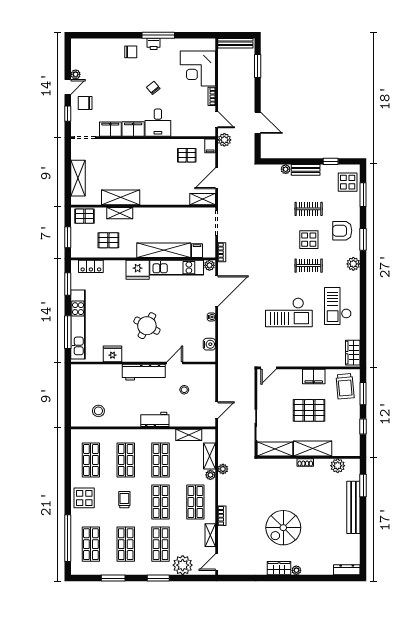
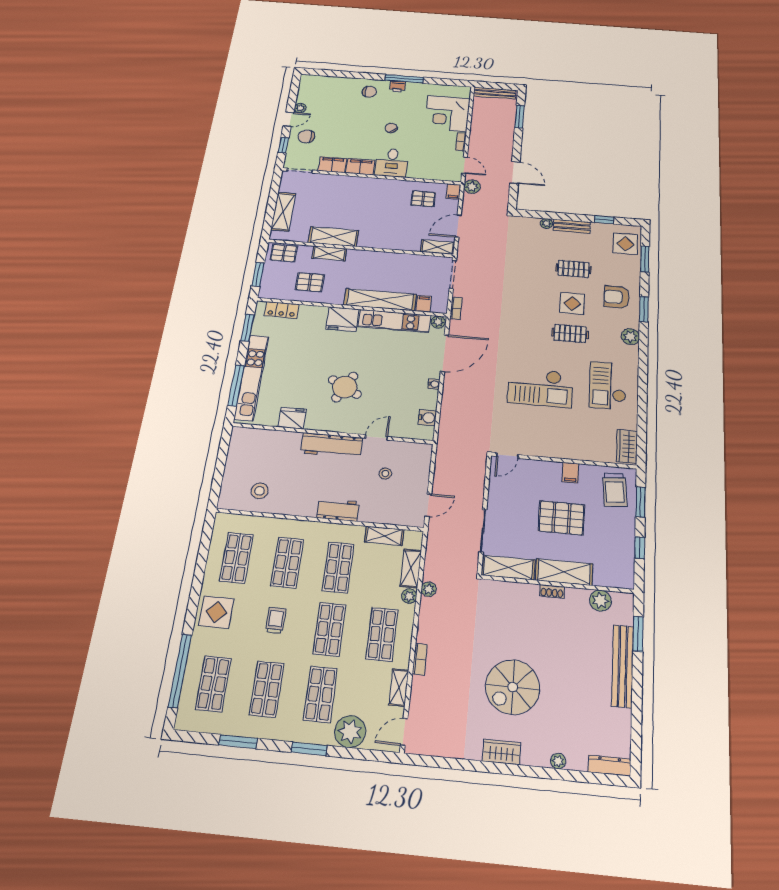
filing cabinet: (314, 377) -> (570, 473), width x0.50
plant: (296, 570) -> (558, 761), moved

